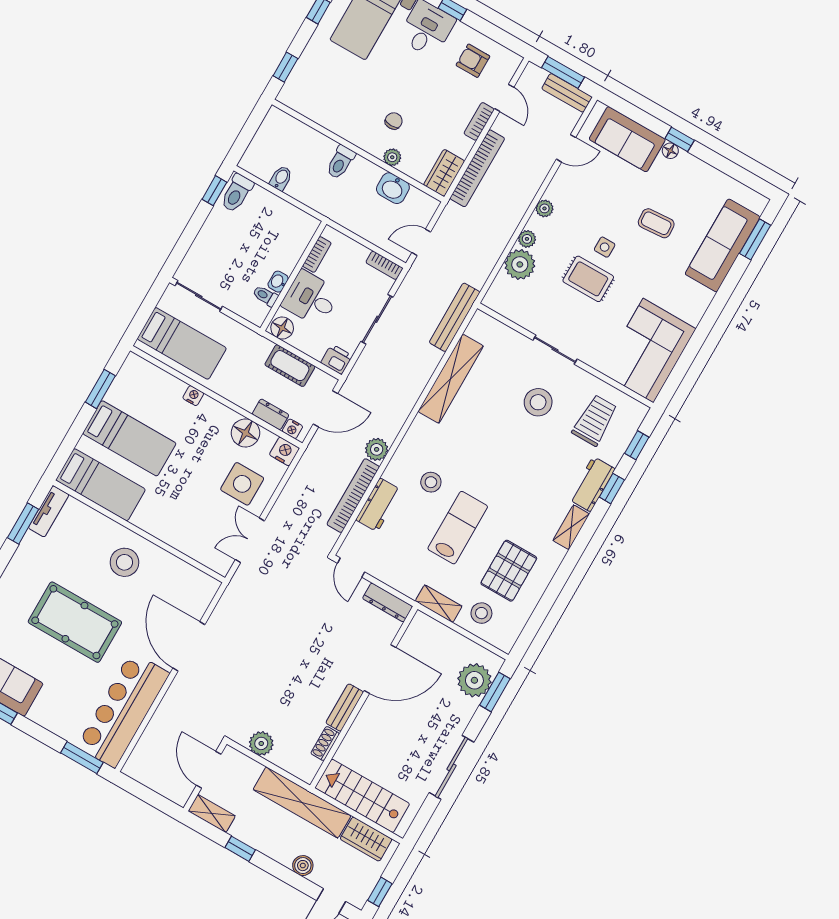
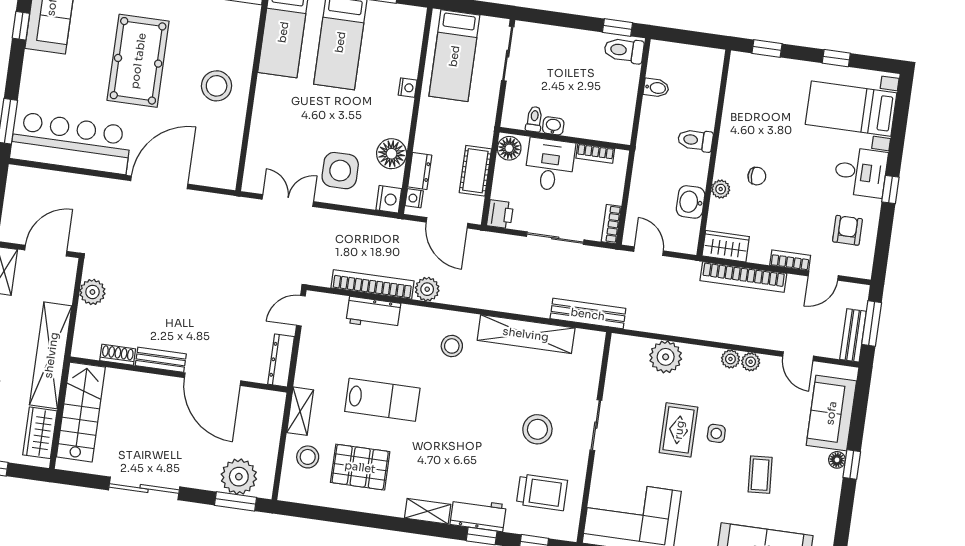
plant: (527, 239) -> (751, 362), moved
stool: (431, 482) -> (452, 346), moved

